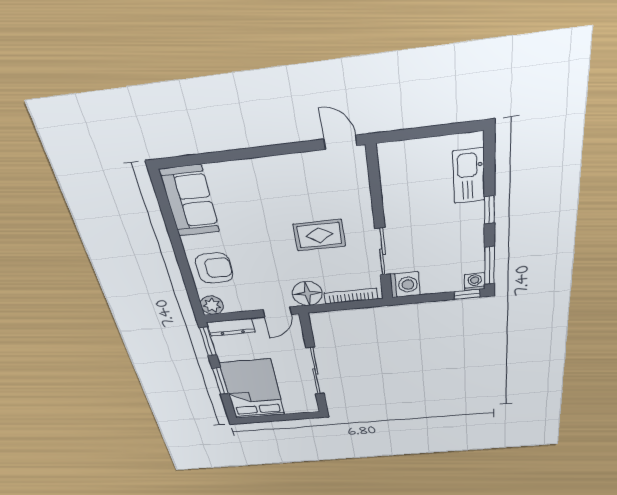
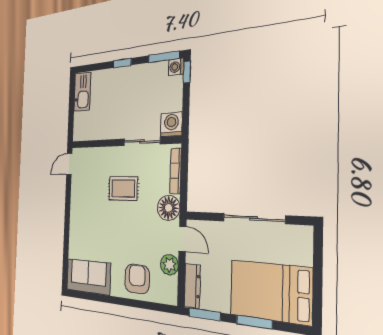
kitchen sink: (469, 176) -> (82, 92), moved, turned -90
rug: (319, 235) -> (123, 189), turned 90
plant: (212, 305) -> (169, 265), moved

